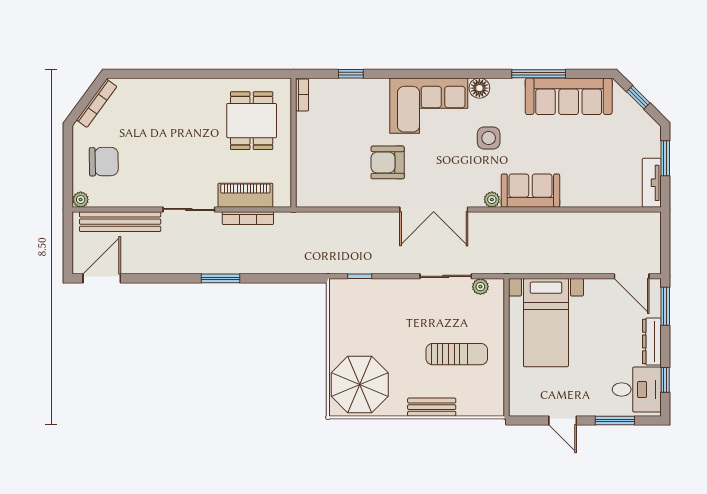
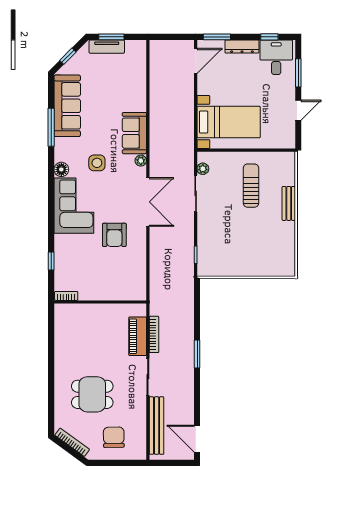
dining table: (252, 121) -> (92, 394), moved
tv unit: (652, 183) -> (107, 47), moved
plant: (81, 200) -> (141, 454), removed
parasol: (360, 384) -> (273, 255), removed

